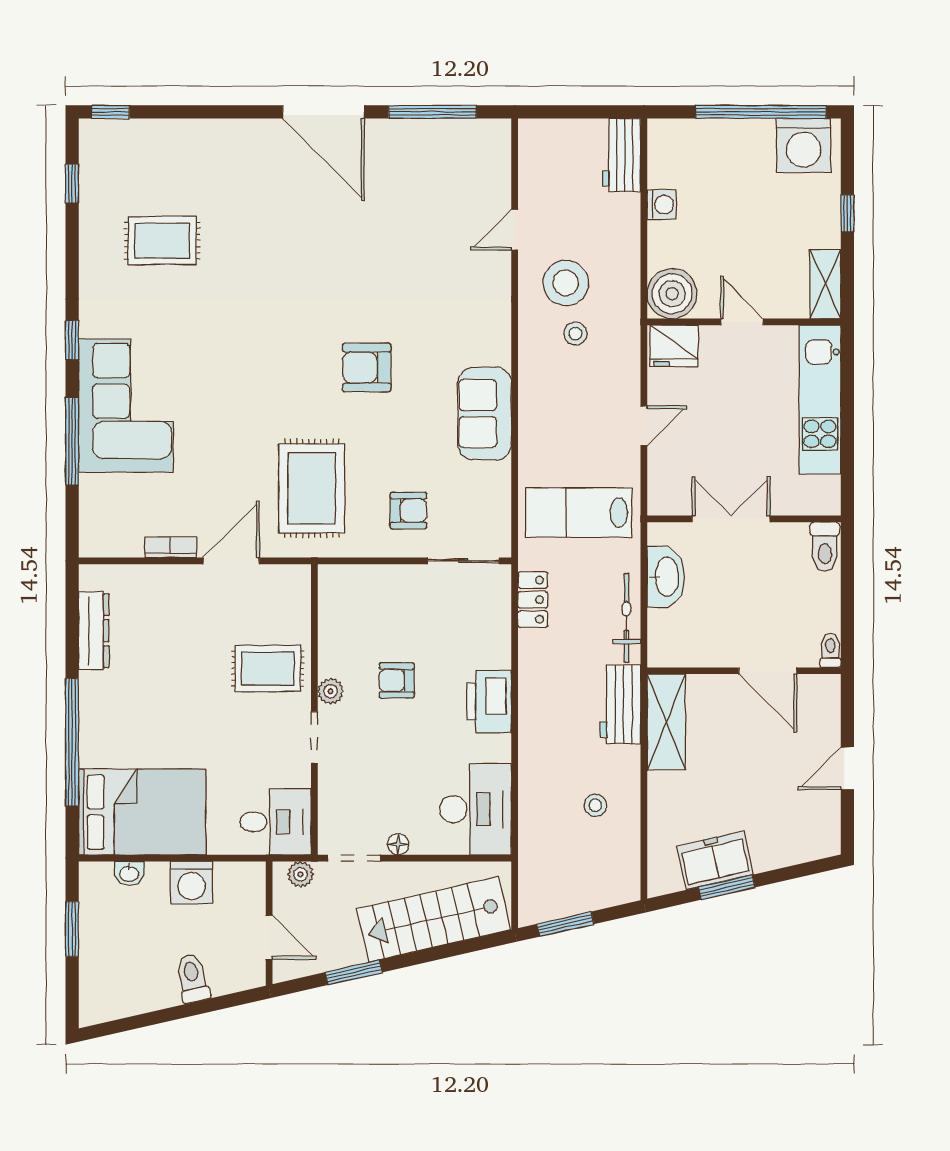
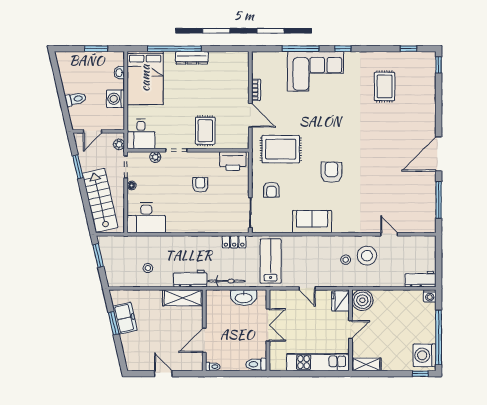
washing machine: (662, 205) -> (430, 296), moved
window: (847, 213) -> (420, 374), moved
dresser: (94, 631) -> (192, 58), moved
plant: (331, 691) -> (155, 157), moved
printer: (489, 702) -> (233, 161), moved, turned 180

